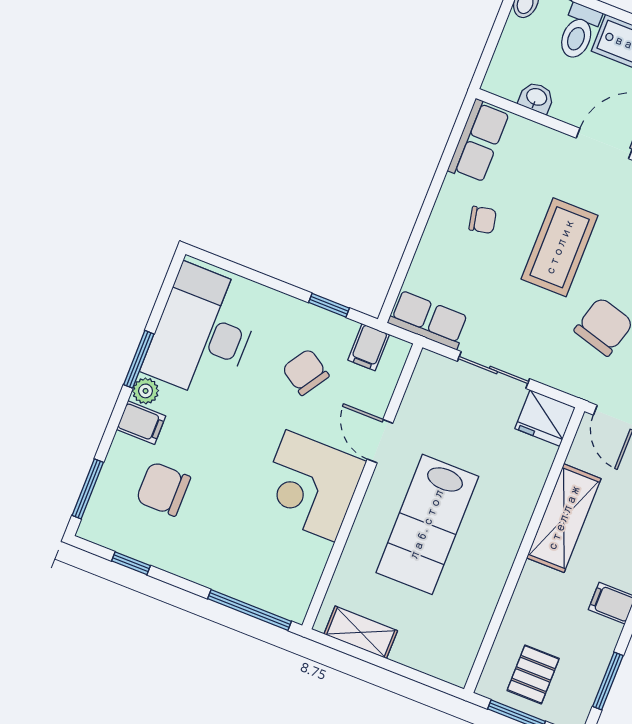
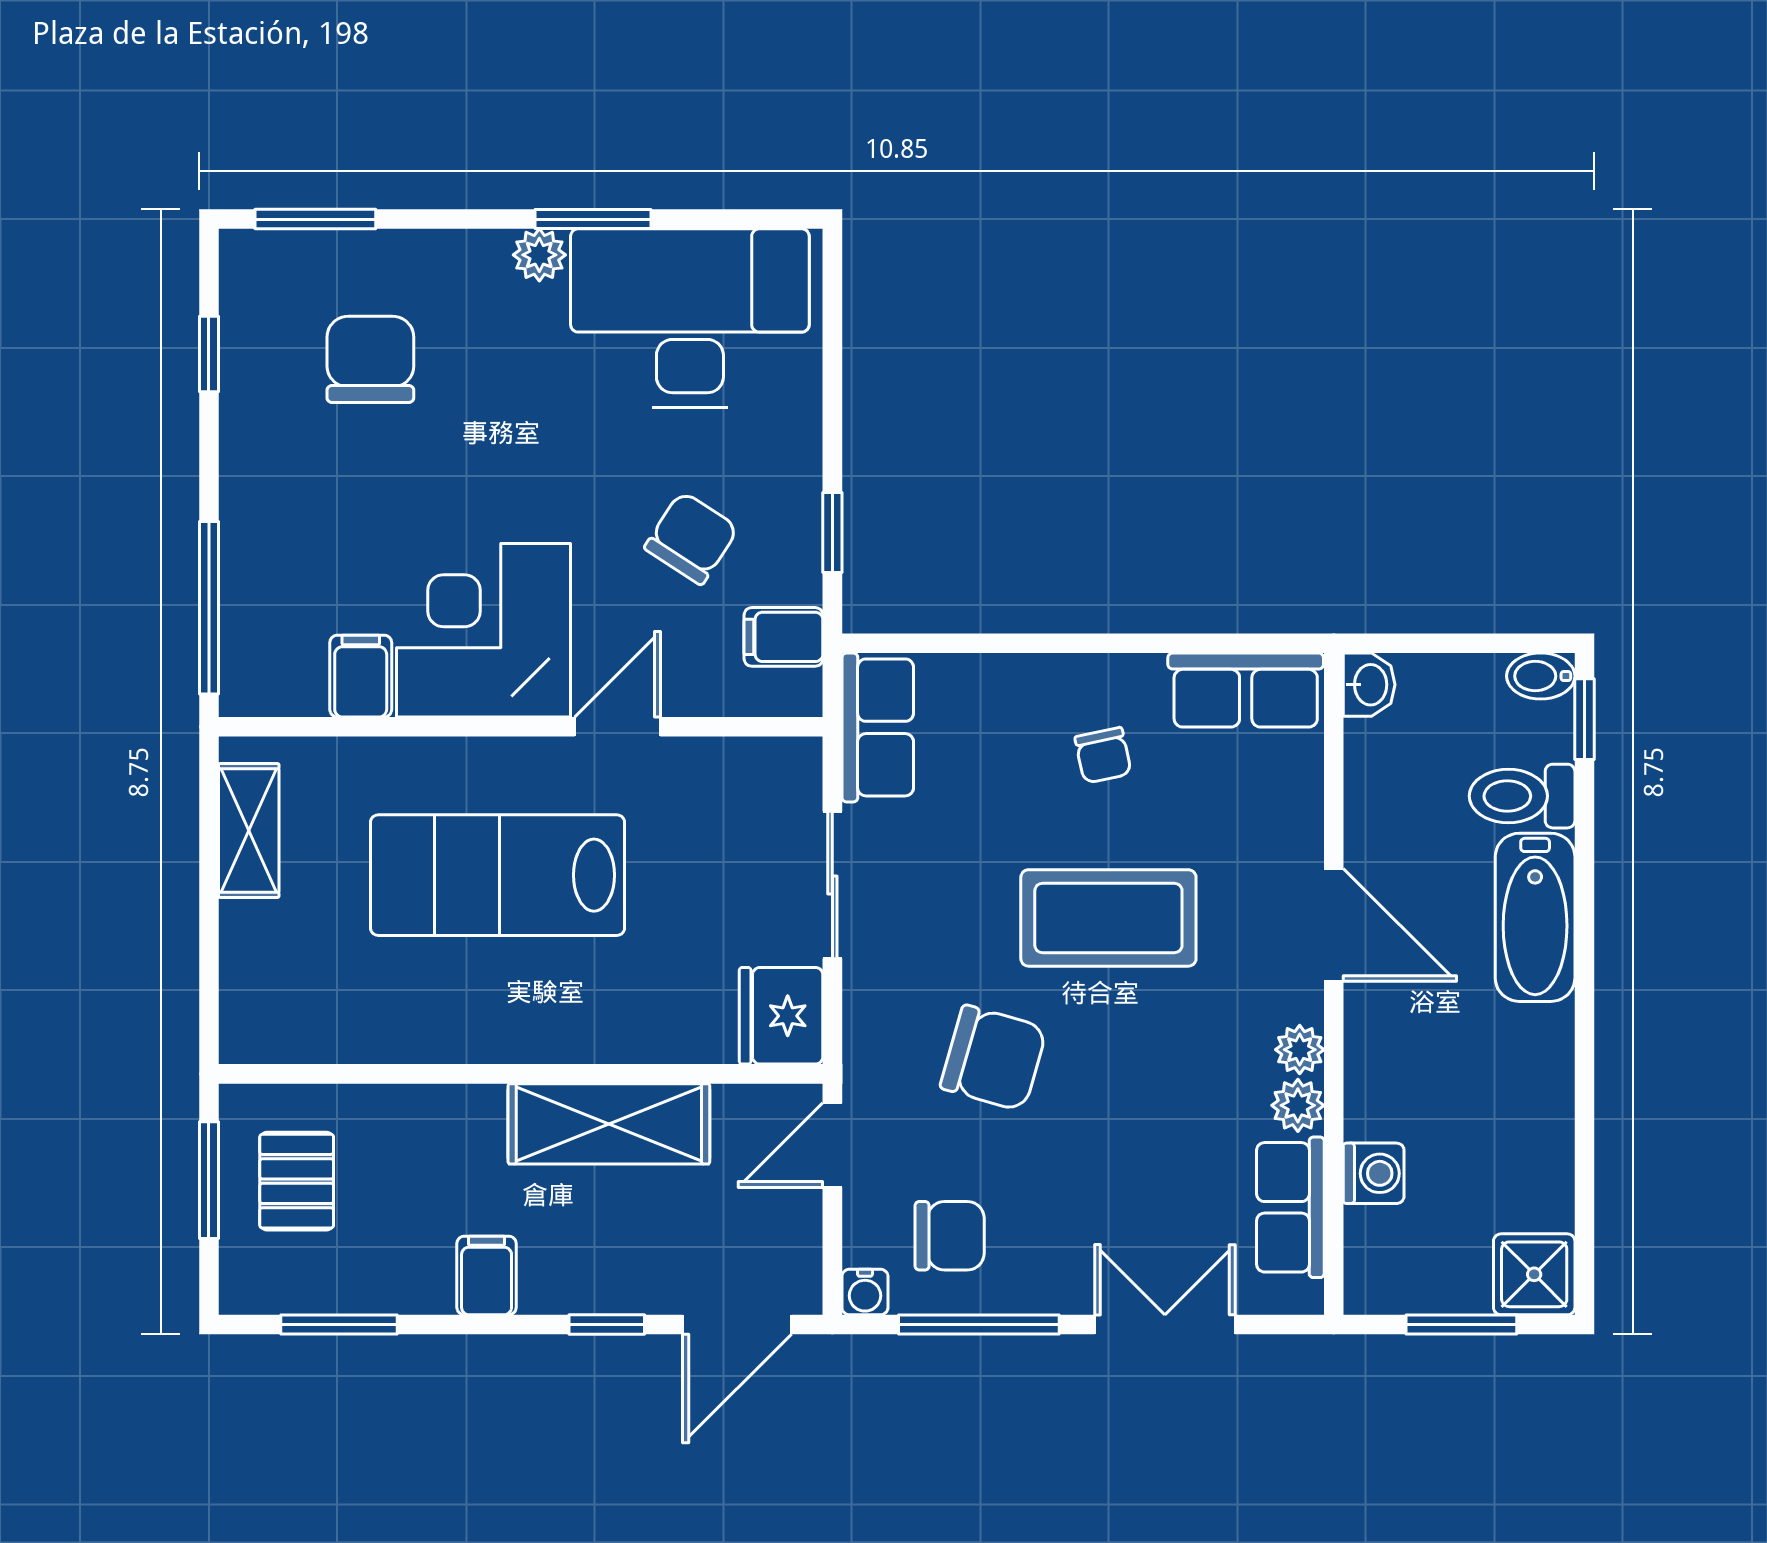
washbasin: (536, 98) -> (1369, 685), moved
filing cabinet: (141, 423) -> (361, 676), moved, turned 180
pallet: (533, 674) -> (297, 1181), turned 90

